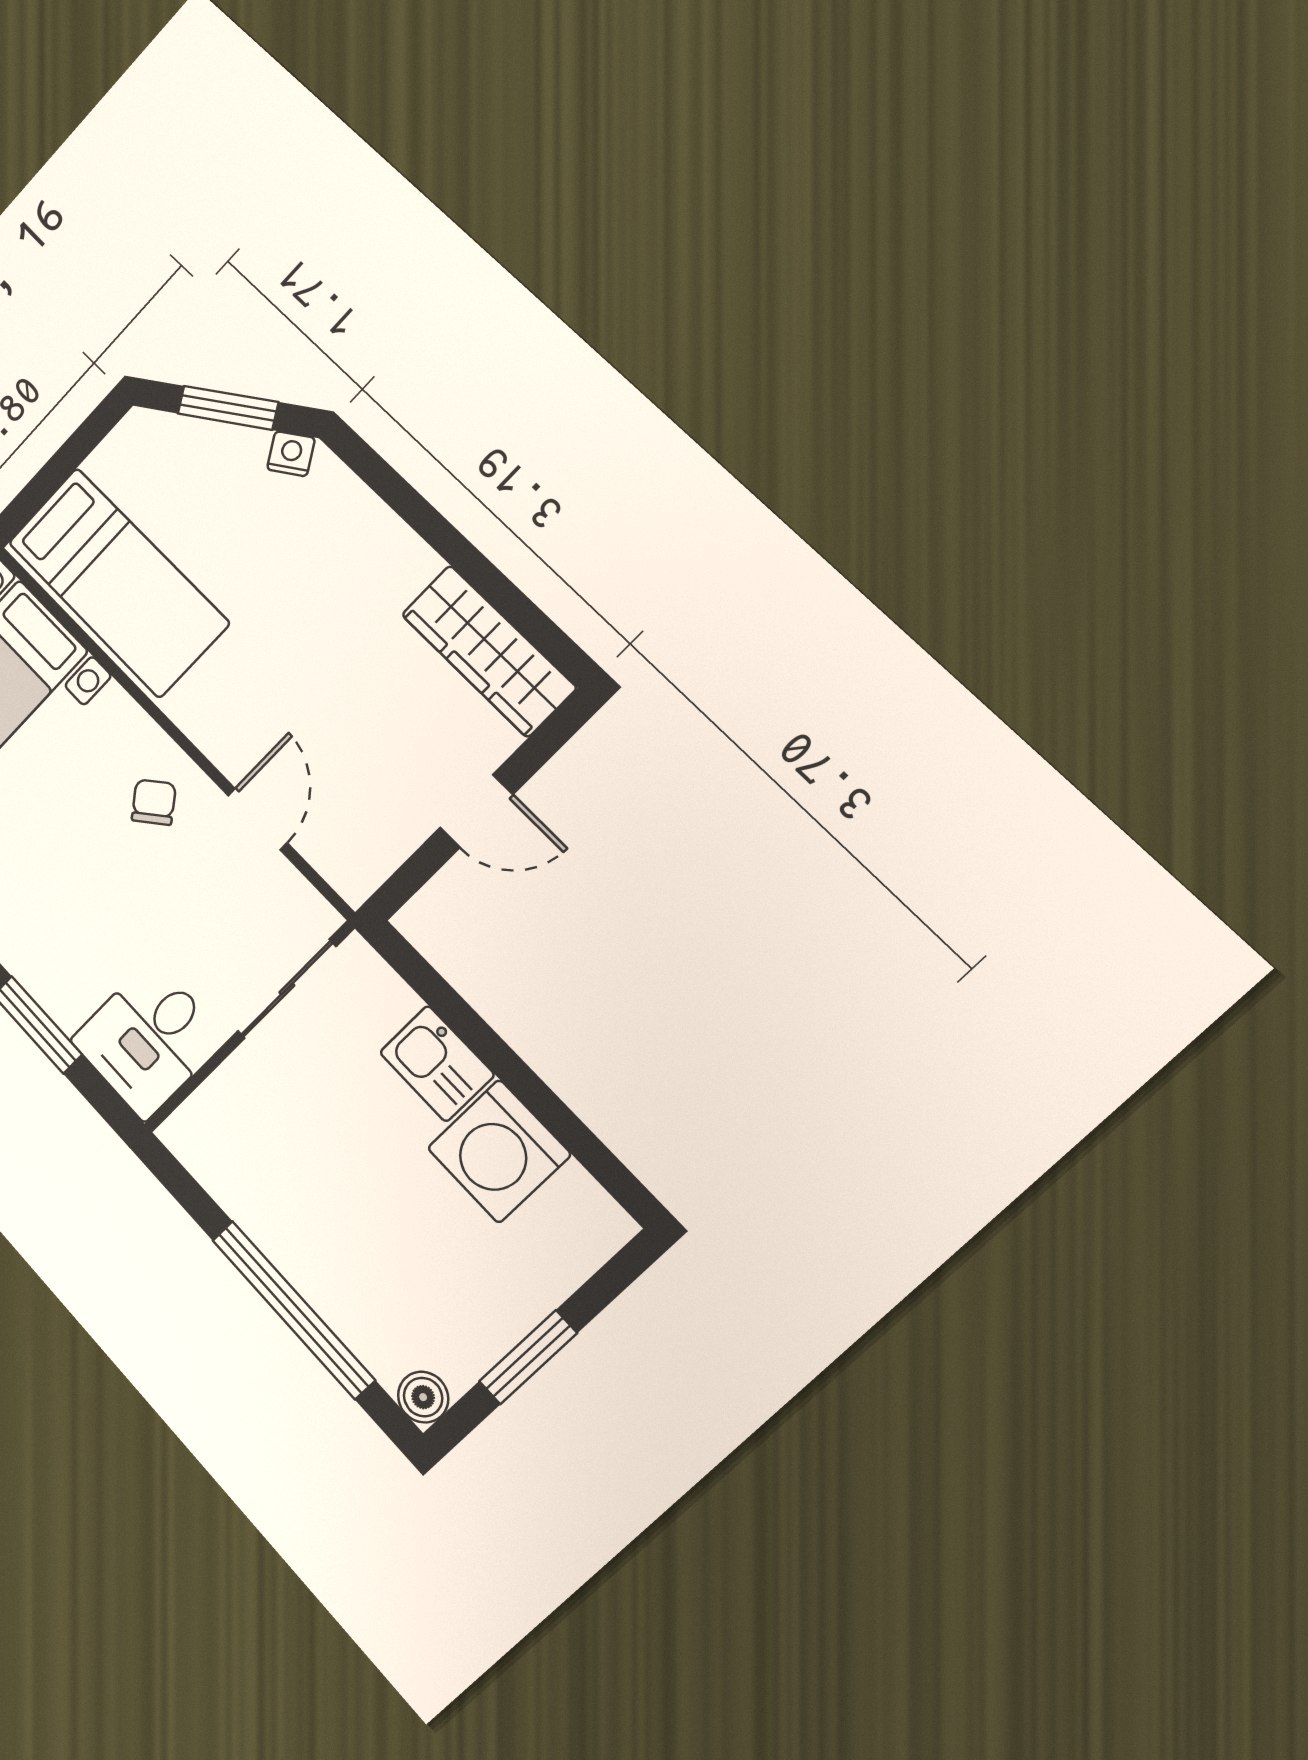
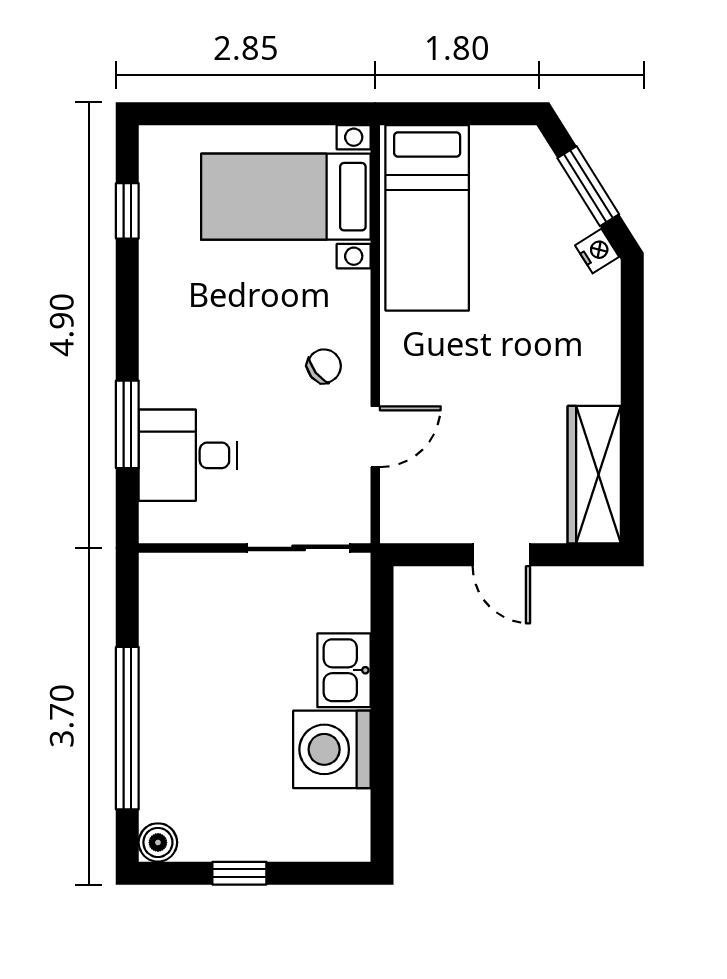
desk: (148, 1040) -> (188, 455), moved
window: (528, 1357) -> (239, 873), width x0.67

